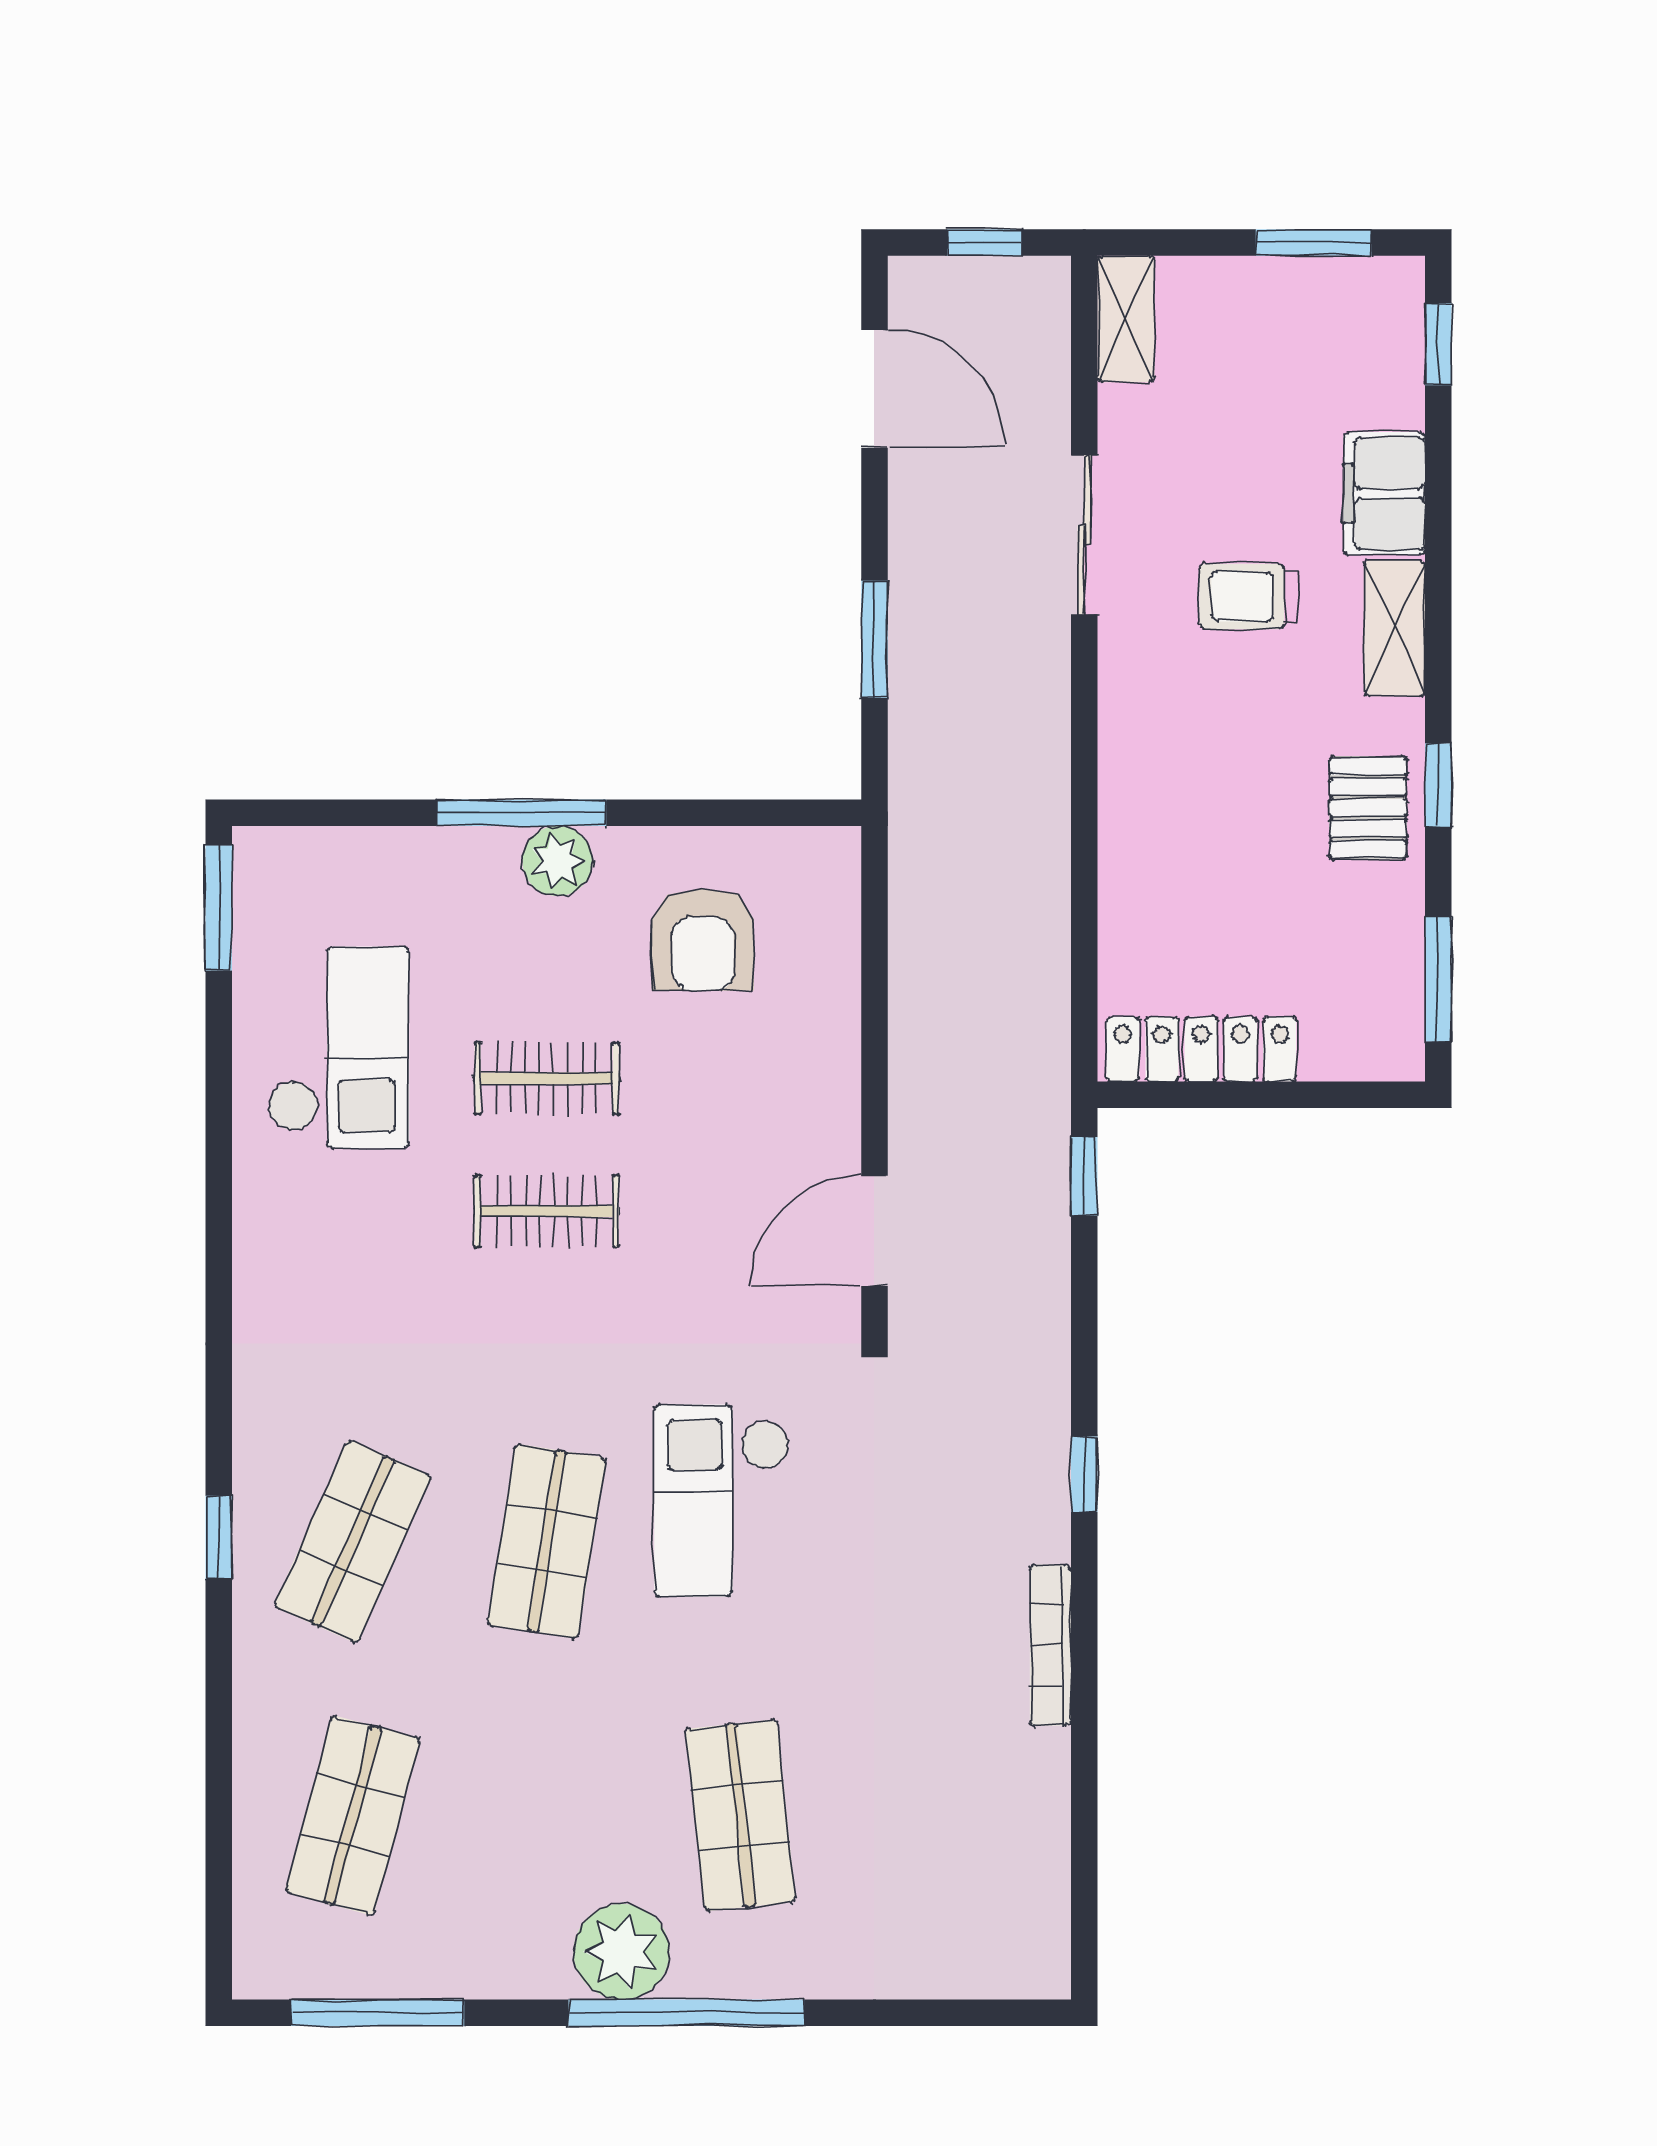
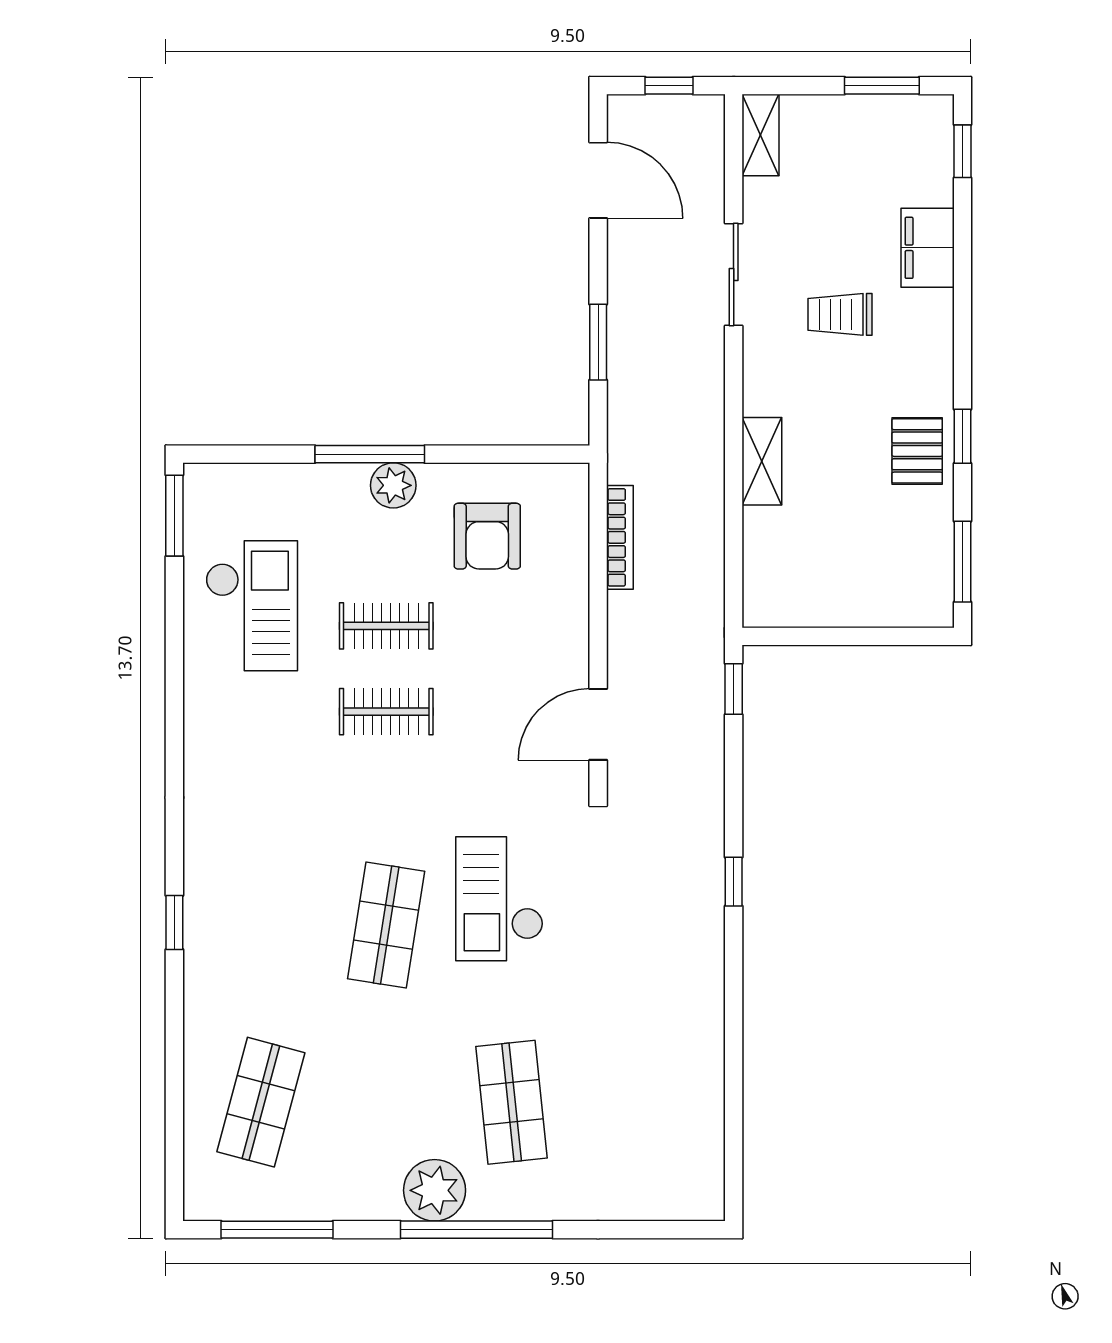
shelving: (1395, 628) -> (762, 461), moved
locker: (1201, 1049) -> (809, 607), removed
shop shelf: (353, 1541) -> (261, 925), removed
bookcase: (1051, 1645) -> (620, 537), moved, turned 180

